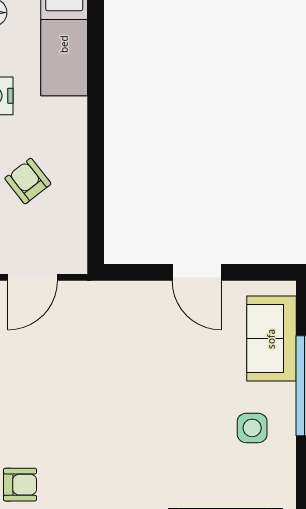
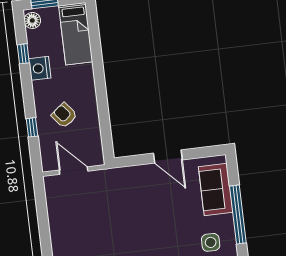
door: (33, 277) -> (74, 171), swing flipped

